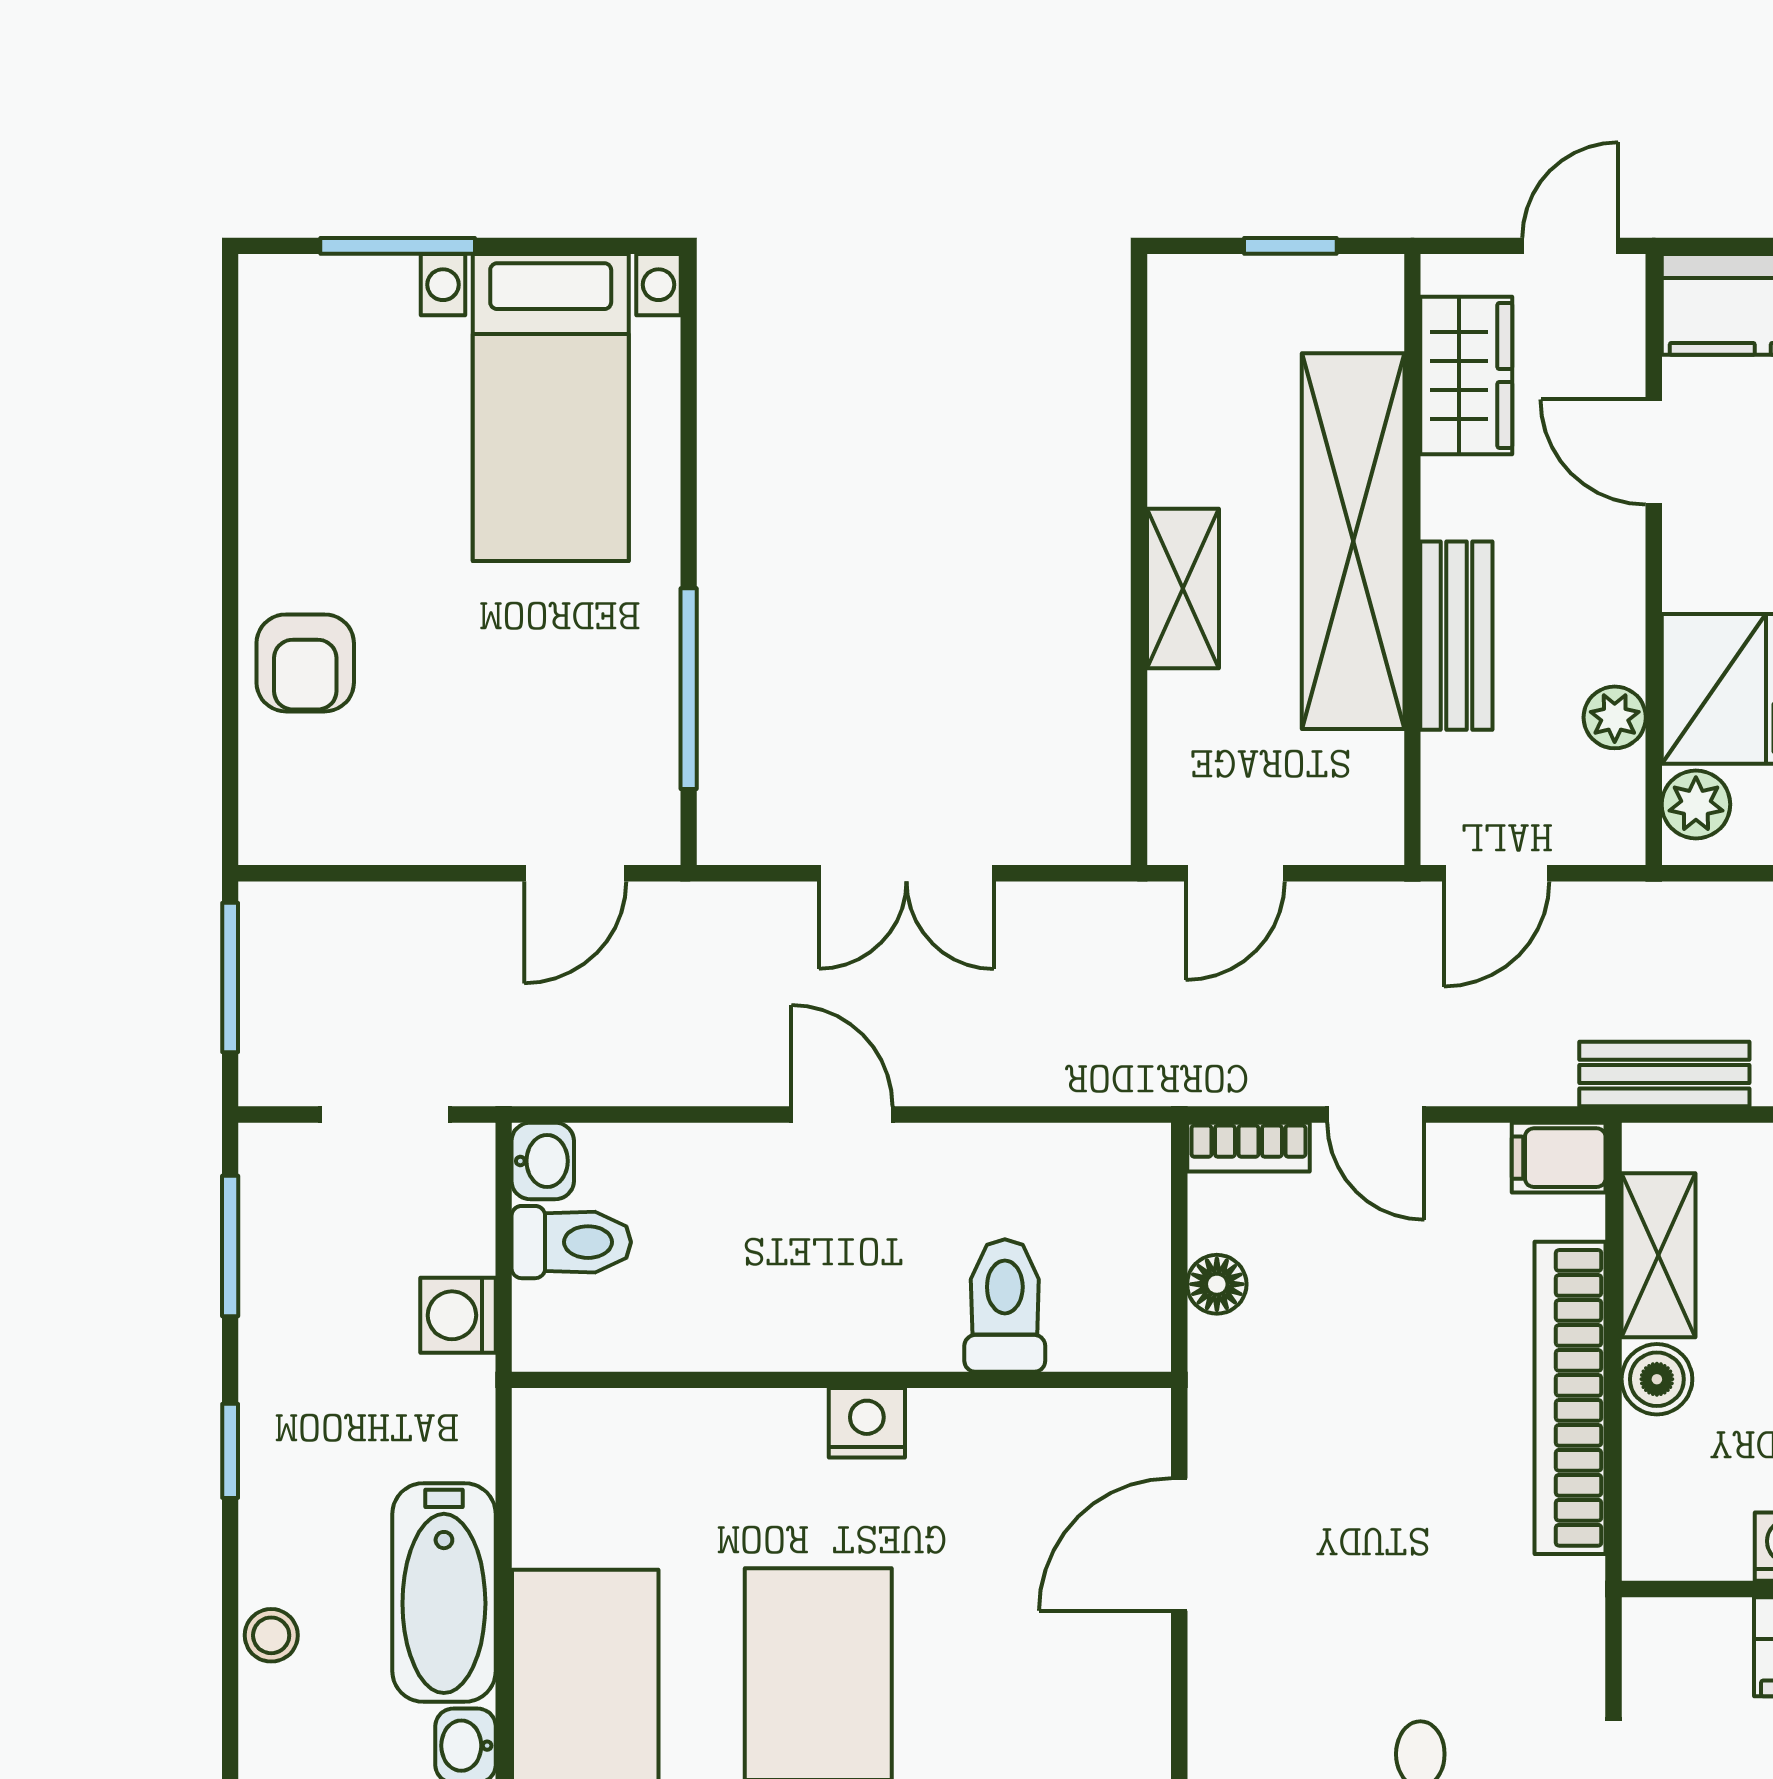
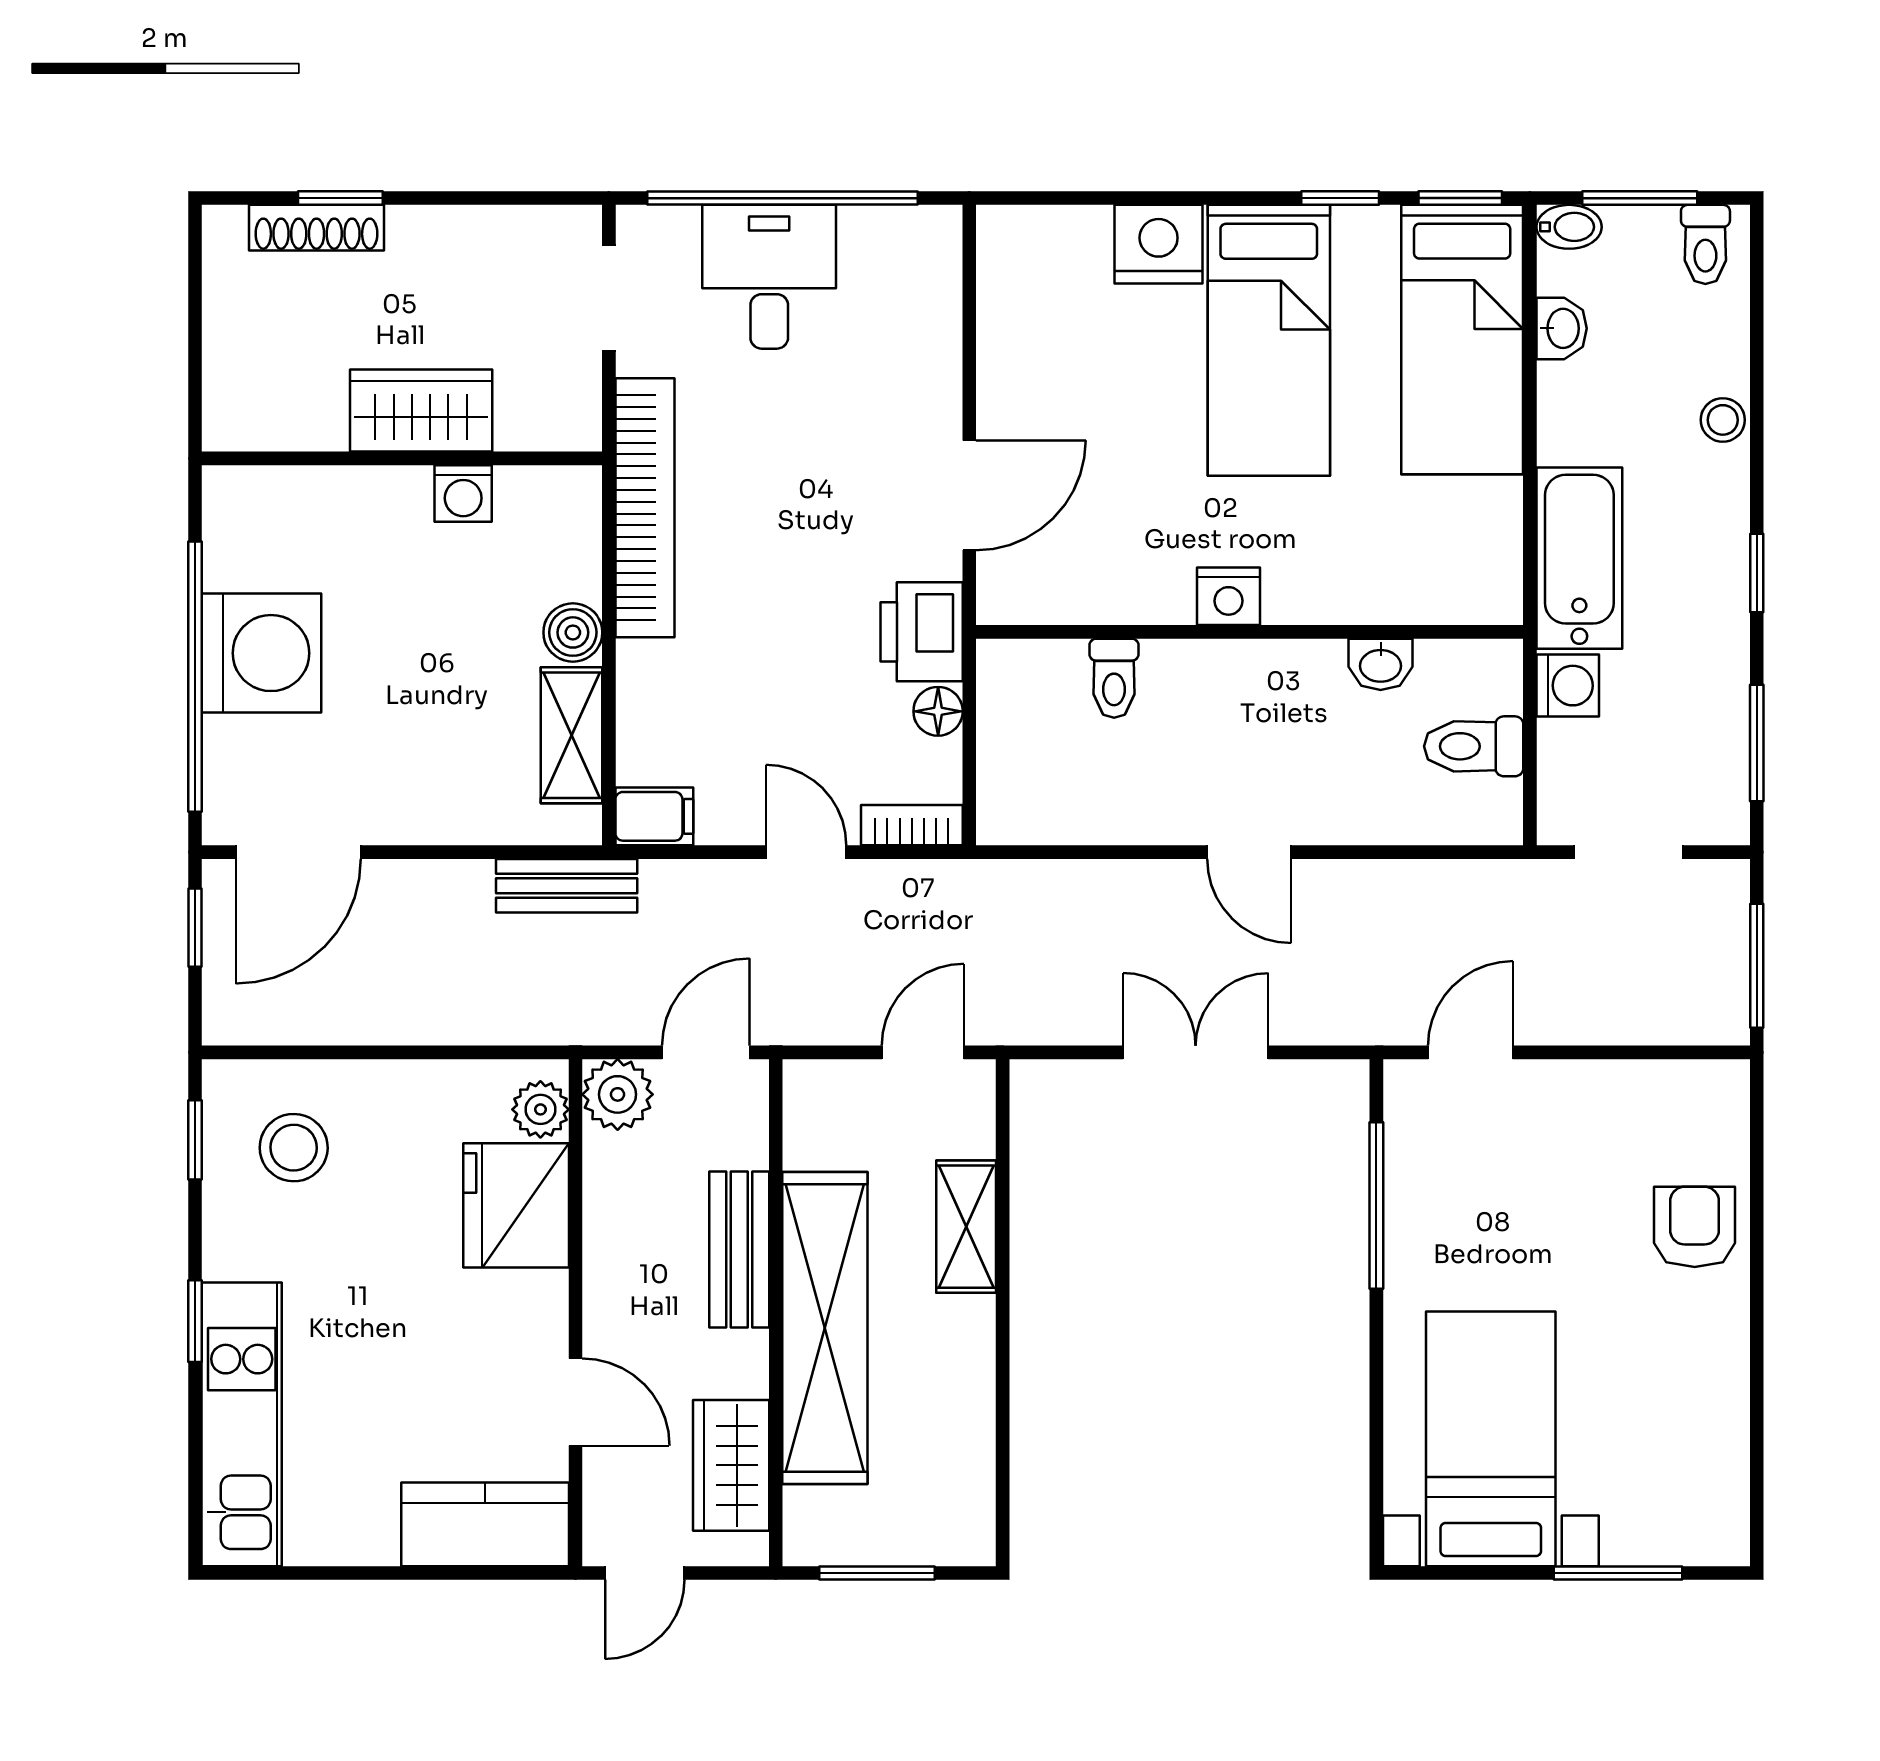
window: (1290, 246) -> (877, 1573), width x1.50
shelving: (1183, 589) -> (966, 1227), moved
plant: (1615, 717) -> (618, 1094), moved, width x1.38, depth x1.38
washbasin: (543, 1161) -> (1381, 664), moved, turned -90
toilet: (1005, 1306) -> (1114, 678), width x0.73, depth x0.72
printer: (1237, 1380) -> (922, 632), added
bookcase: (1570, 1398) -> (645, 508), moved
bathtub: (444, 1593) -> (1579, 558), moved

